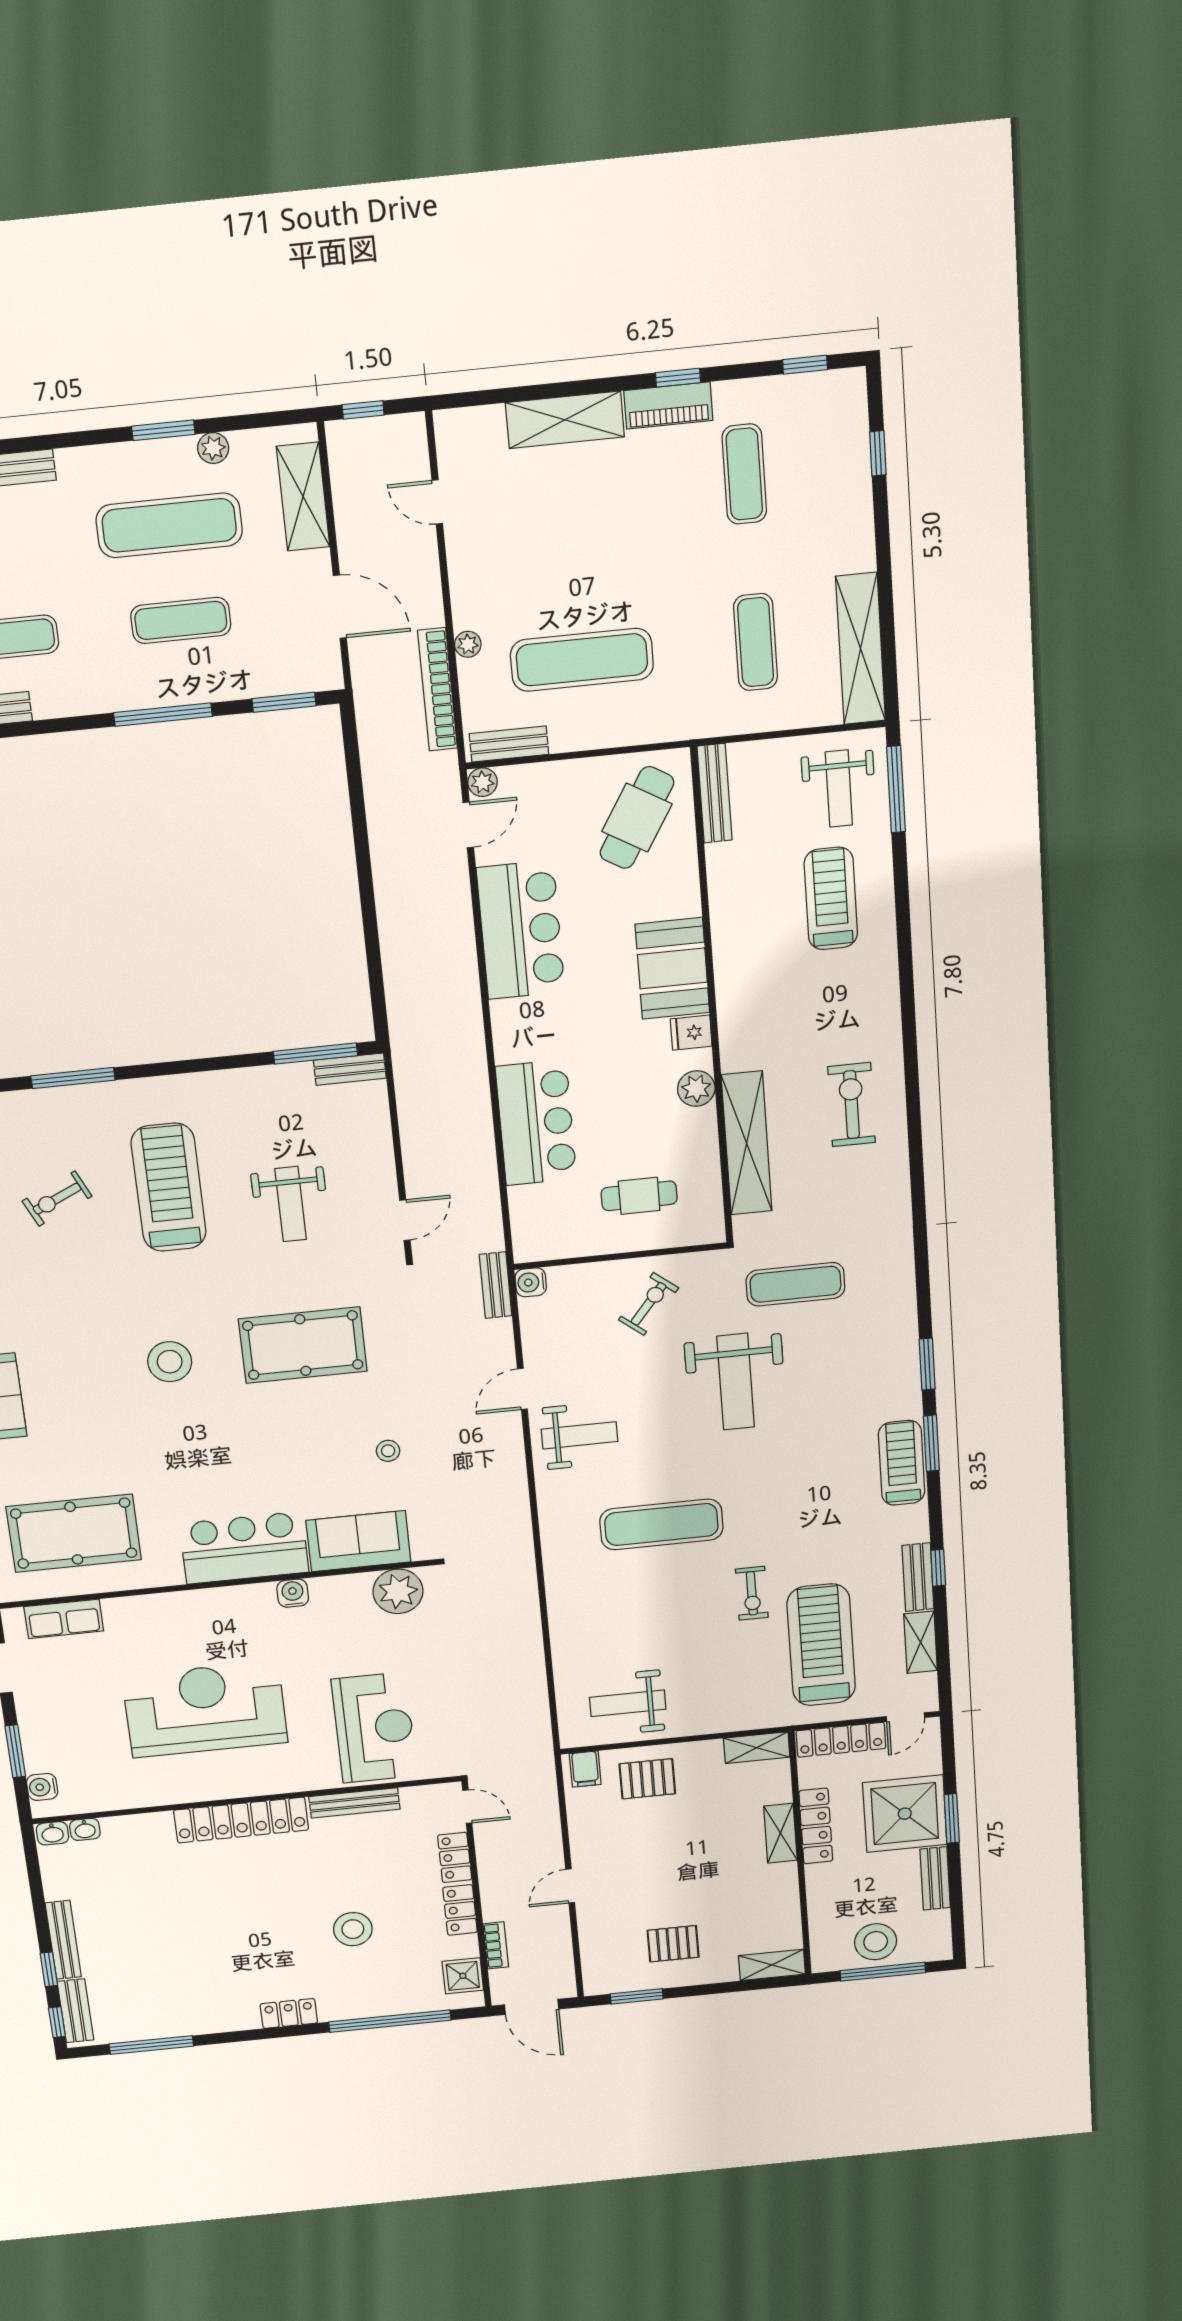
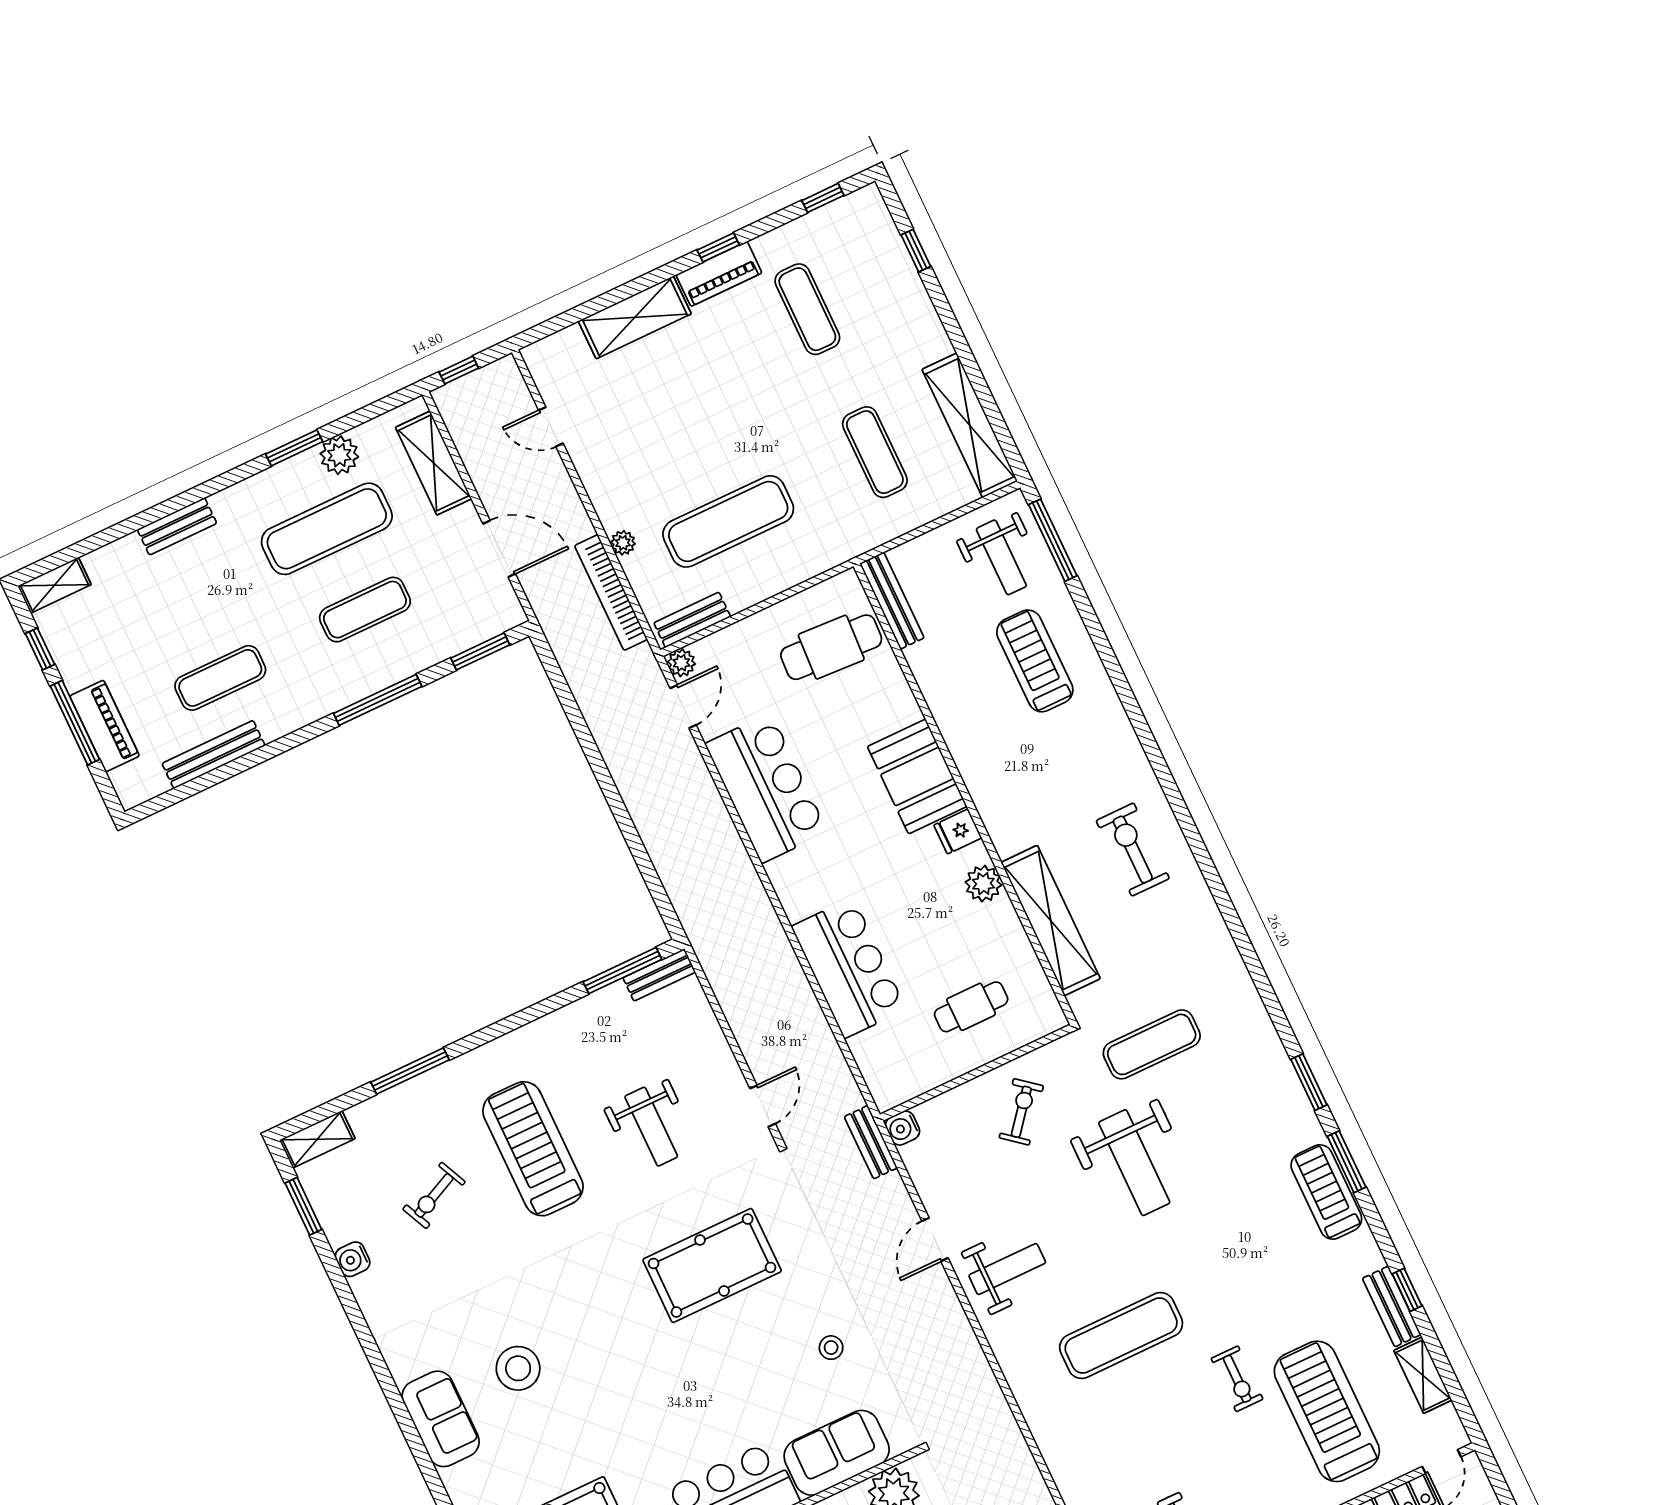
plant: (213, 448) -> (339, 455), width x1.38, depth x1.38
cafe table: (637, 818) -> (831, 647), turned 62
stool: (170, 1362) -> (518, 1368), moved

